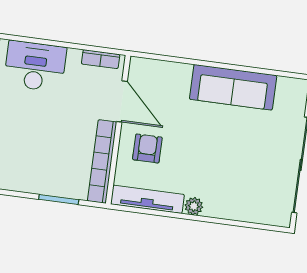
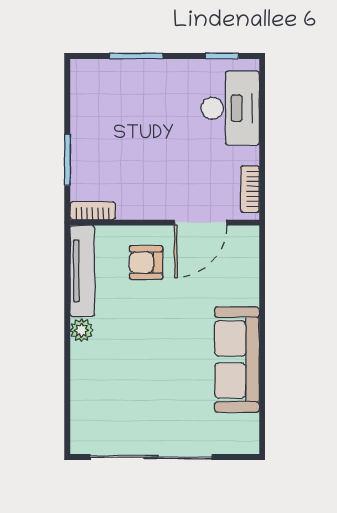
armchair: (147, 148) -> (146, 262), turned 180
bookcase: (102, 162) -> (93, 211), width x0.43, depth x0.76

